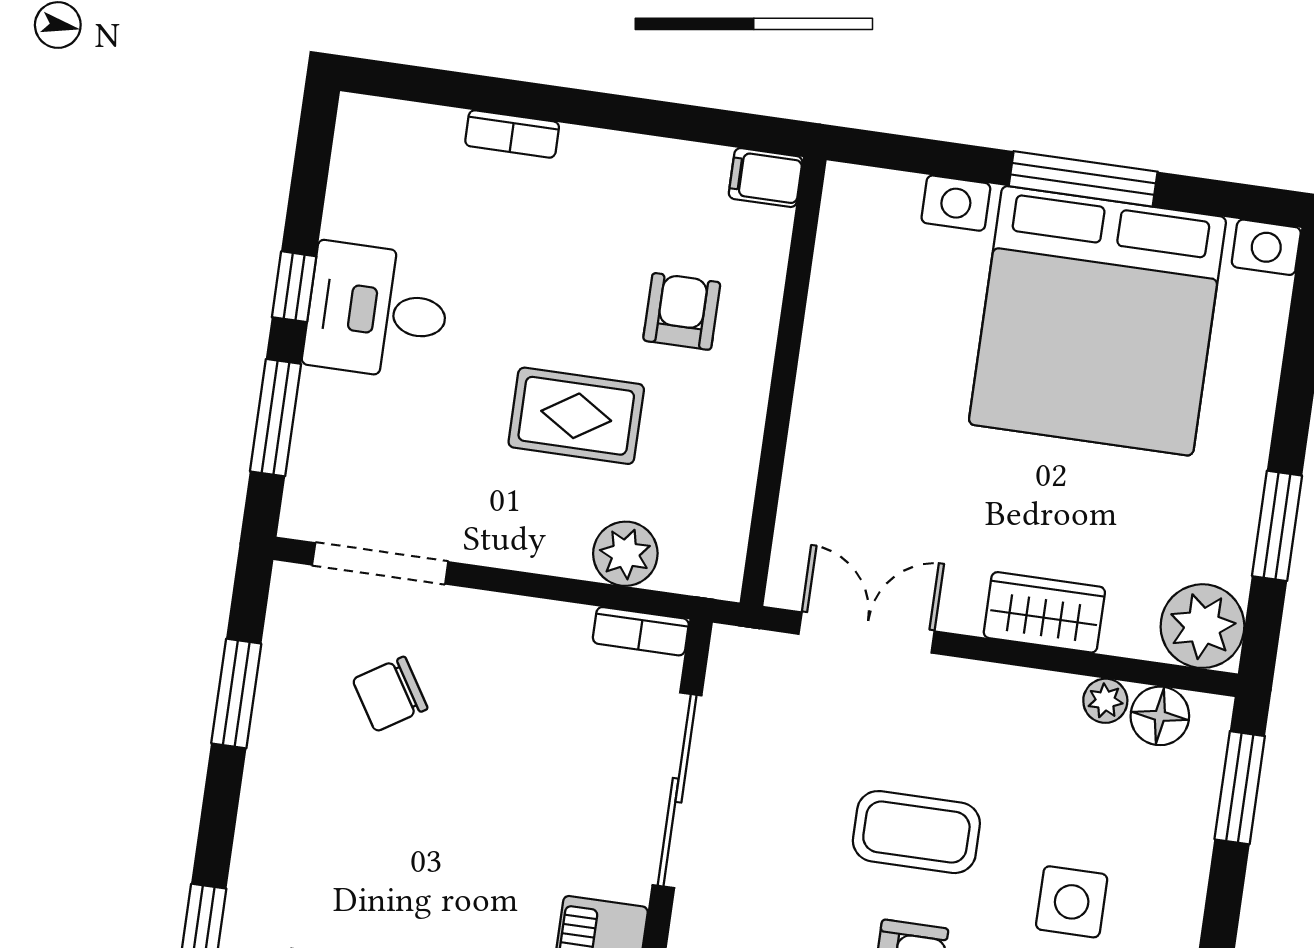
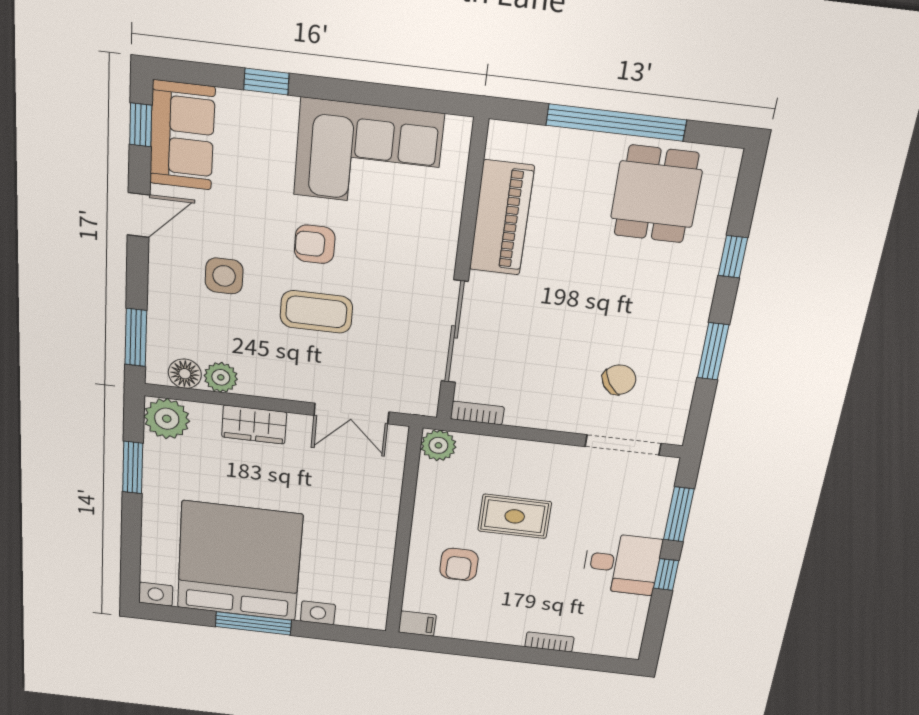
plant: (625, 554) -> (438, 445), moved
window: (236, 693) -> (713, 351), moved
plant: (1105, 701) -> (221, 377), width x1.38, depth x1.38

